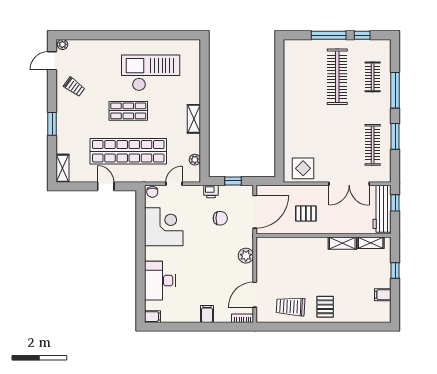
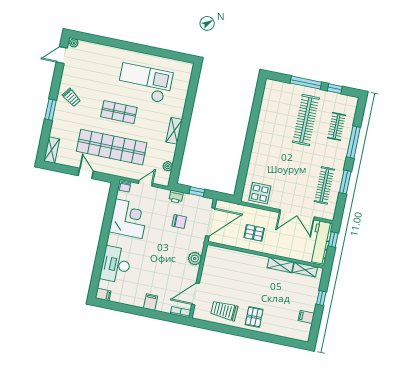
trolley: (74, 87) -> (72, 98), moved

